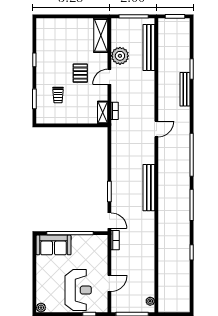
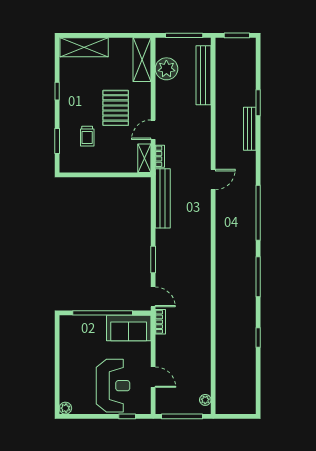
shelving: (56, 26) -> (84, 47), added
plant: (120, 56) -> (166, 69), moved
pallet: (80, 73) -> (116, 108), width x1.50, depth x1.42
door: (109, 77) -> (153, 130), moved
bench: (149, 188) -> (163, 198), moved
sofa: (54, 245) -> (129, 328), moved
door: (109, 283) -> (153, 377), hinge flipped

